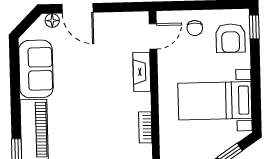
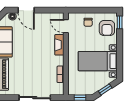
door: (153, 36) -> (66, 26), swing flipped

